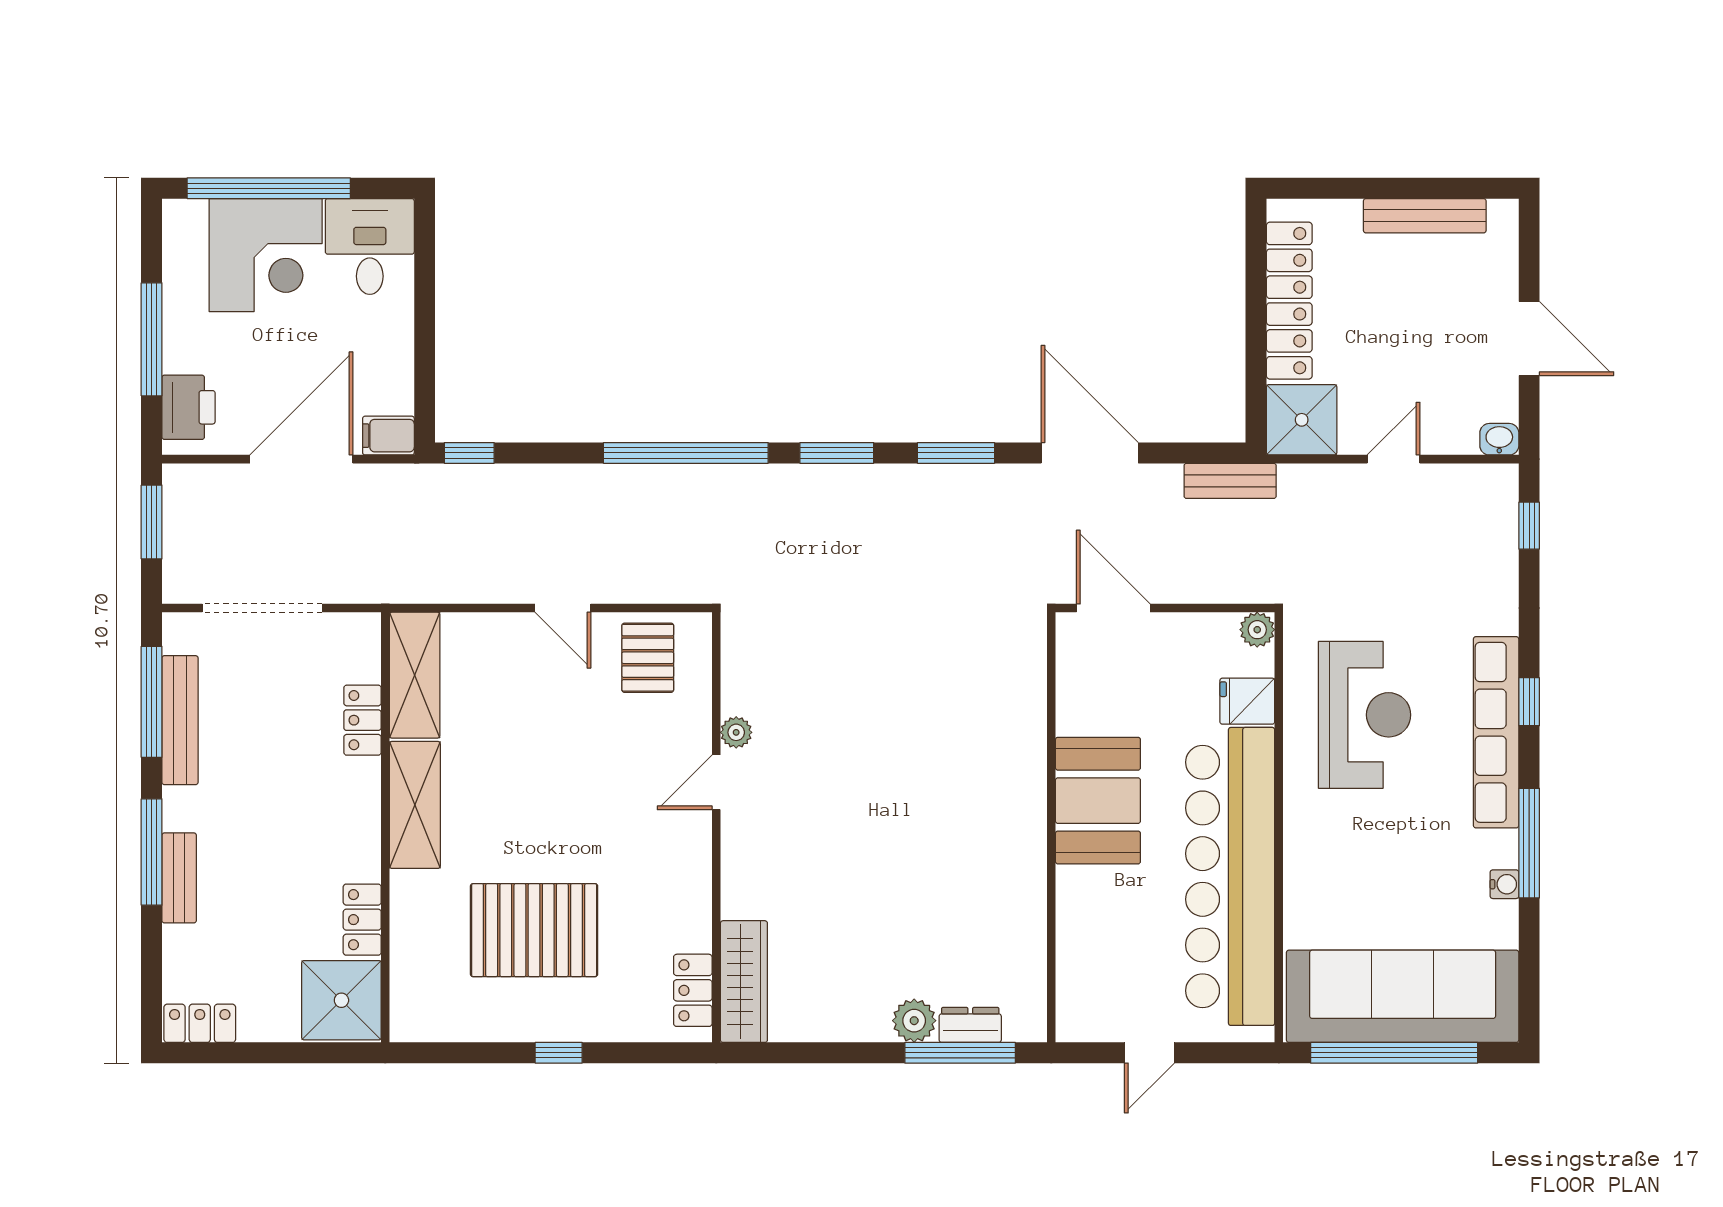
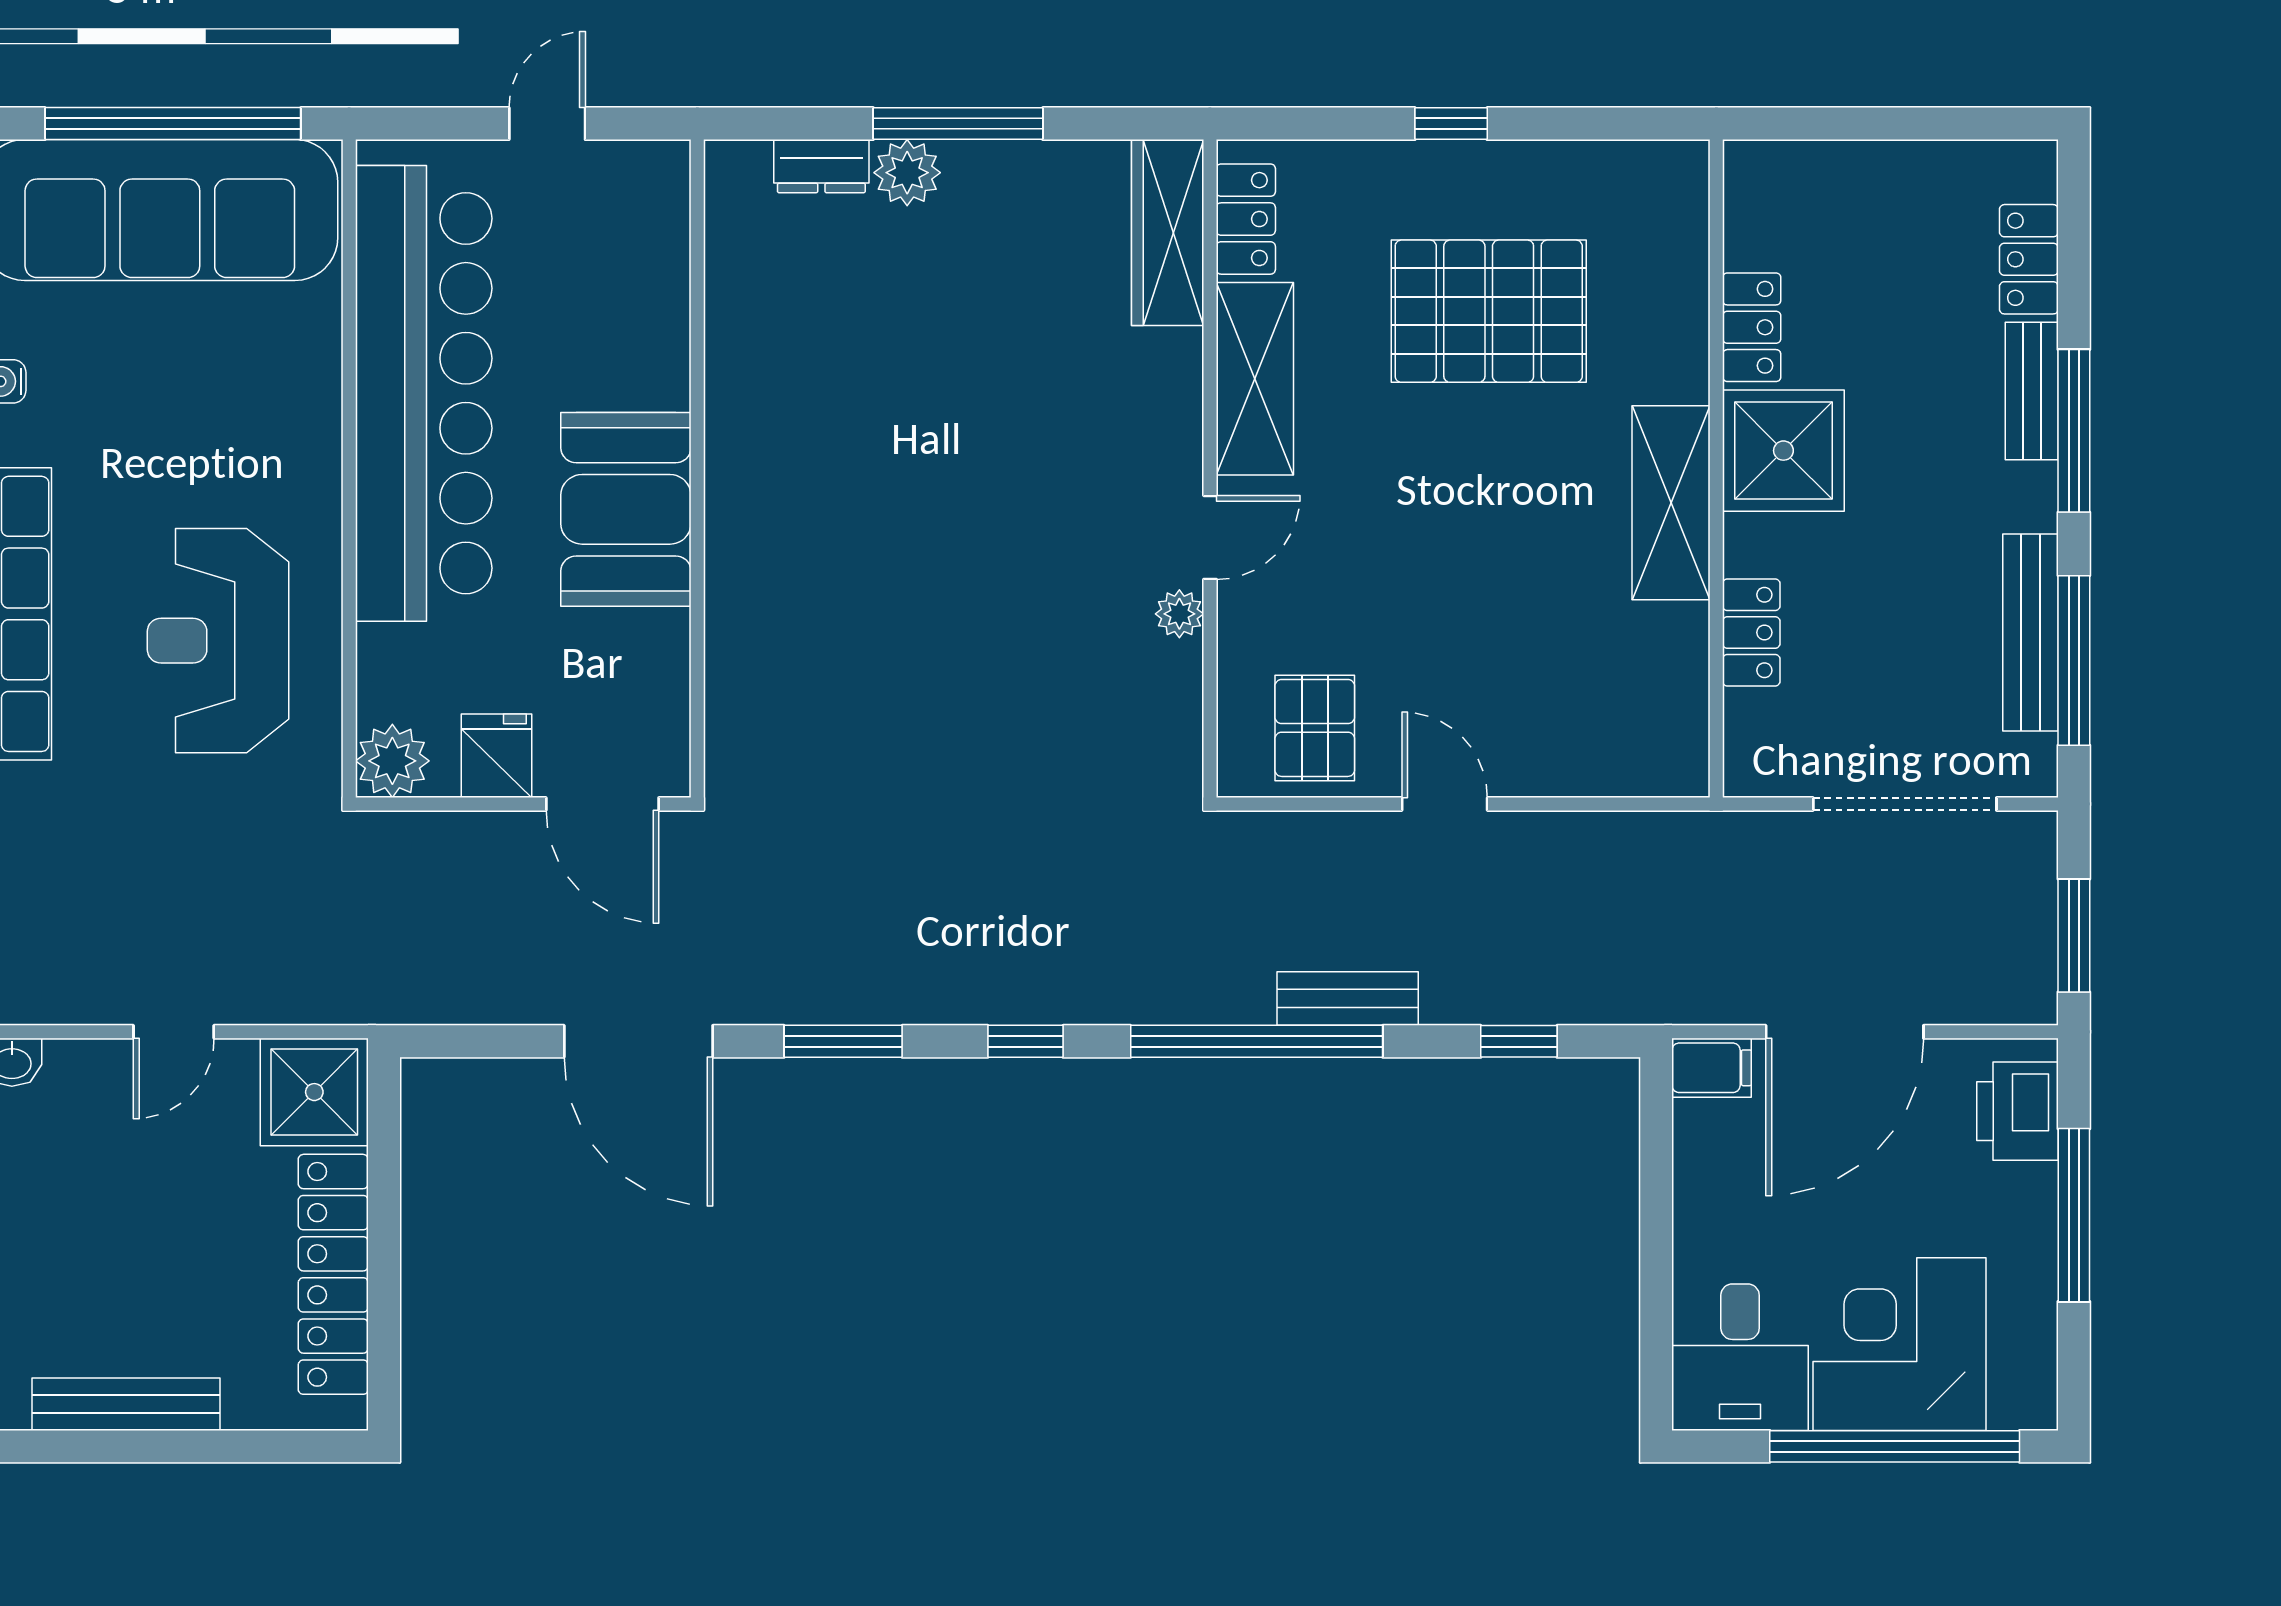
window: (469, 453) -> (1519, 1041), moved
window: (837, 453) -> (1025, 1041), width x0.67
bench: (1230, 481) -> (1348, 999), moved
plant: (1257, 630) -> (392, 761), width x1.38, depth x1.38
shelving: (415, 675) -> (1255, 379), moved
fridge: (1247, 701) -> (497, 756), moved, turned -90
shower: (341, 1000) -> (1783, 451), moved
locker: (200, 1023) -> (2029, 259), moved, turned 90
window: (960, 1053) -> (958, 124), moved

